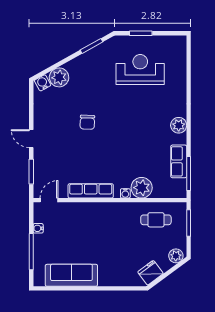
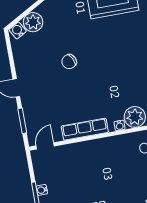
chair: (87, 122) -> (69, 62), turned 62
water cooler: (38, 228) -> (42, 190), moved

